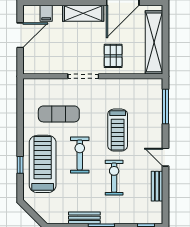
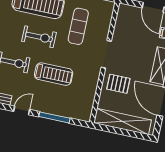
window: (166, 106) -> (54, 117), moved
treadmill: (118, 130) -> (54, 74), turned 180

